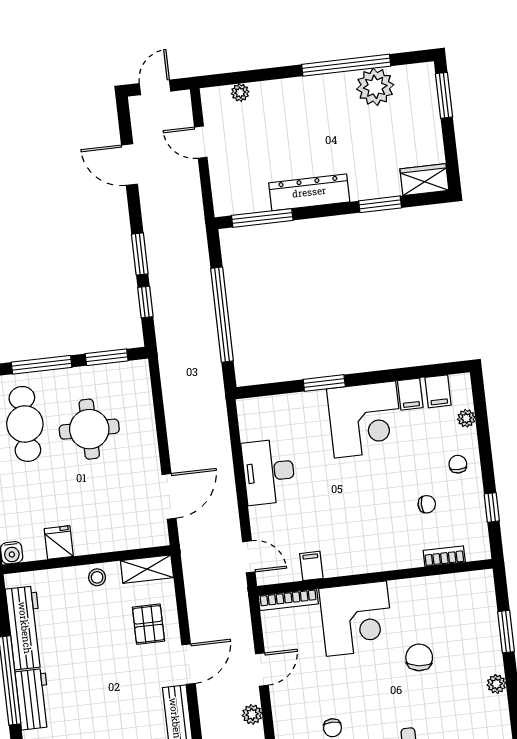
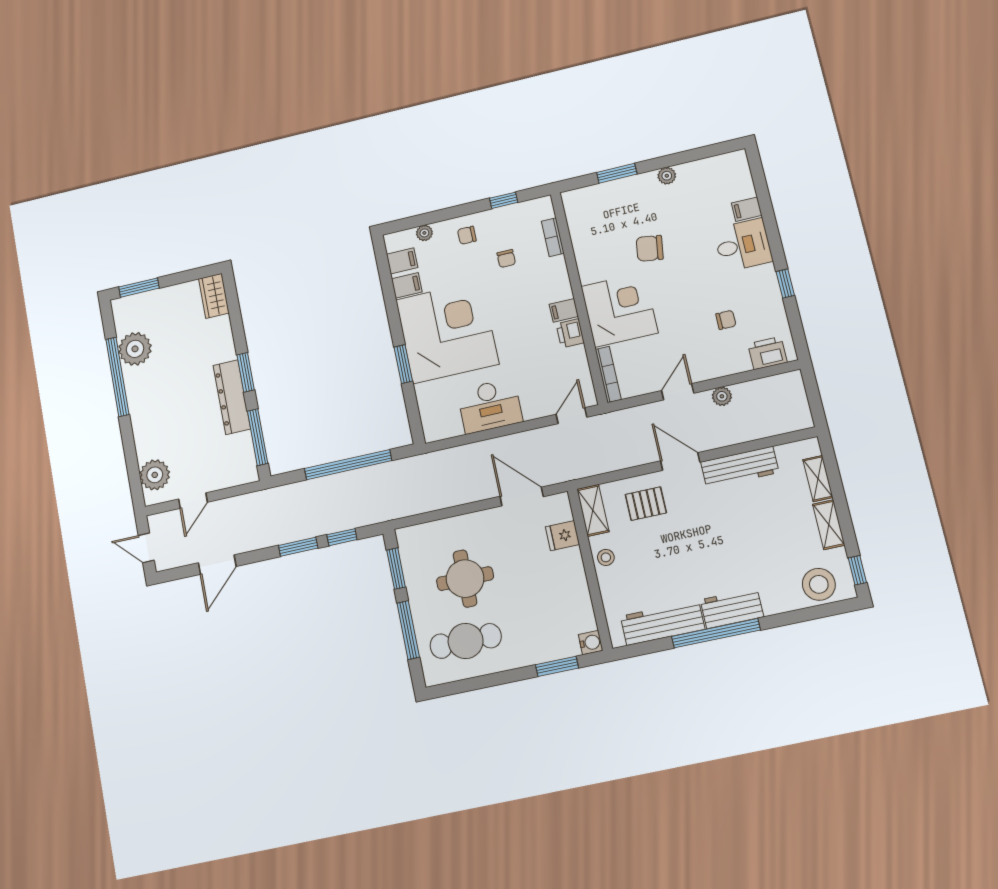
plant: (240, 93) -> (155, 475), width x1.88, depth x1.88
window: (380, 204) -> (246, 372), moved
corner desk: (365, 419) -> (447, 332), width x1.36, depth x1.36
chair: (427, 504) -> (506, 259), turned 180
fridge: (59, 543) -> (563, 536), moved
printer: (337, 564) -> (570, 333), added
filing cabinet: (311, 566) -> (564, 310), moved
door: (262, 670) -> (678, 392), hinge flipped

